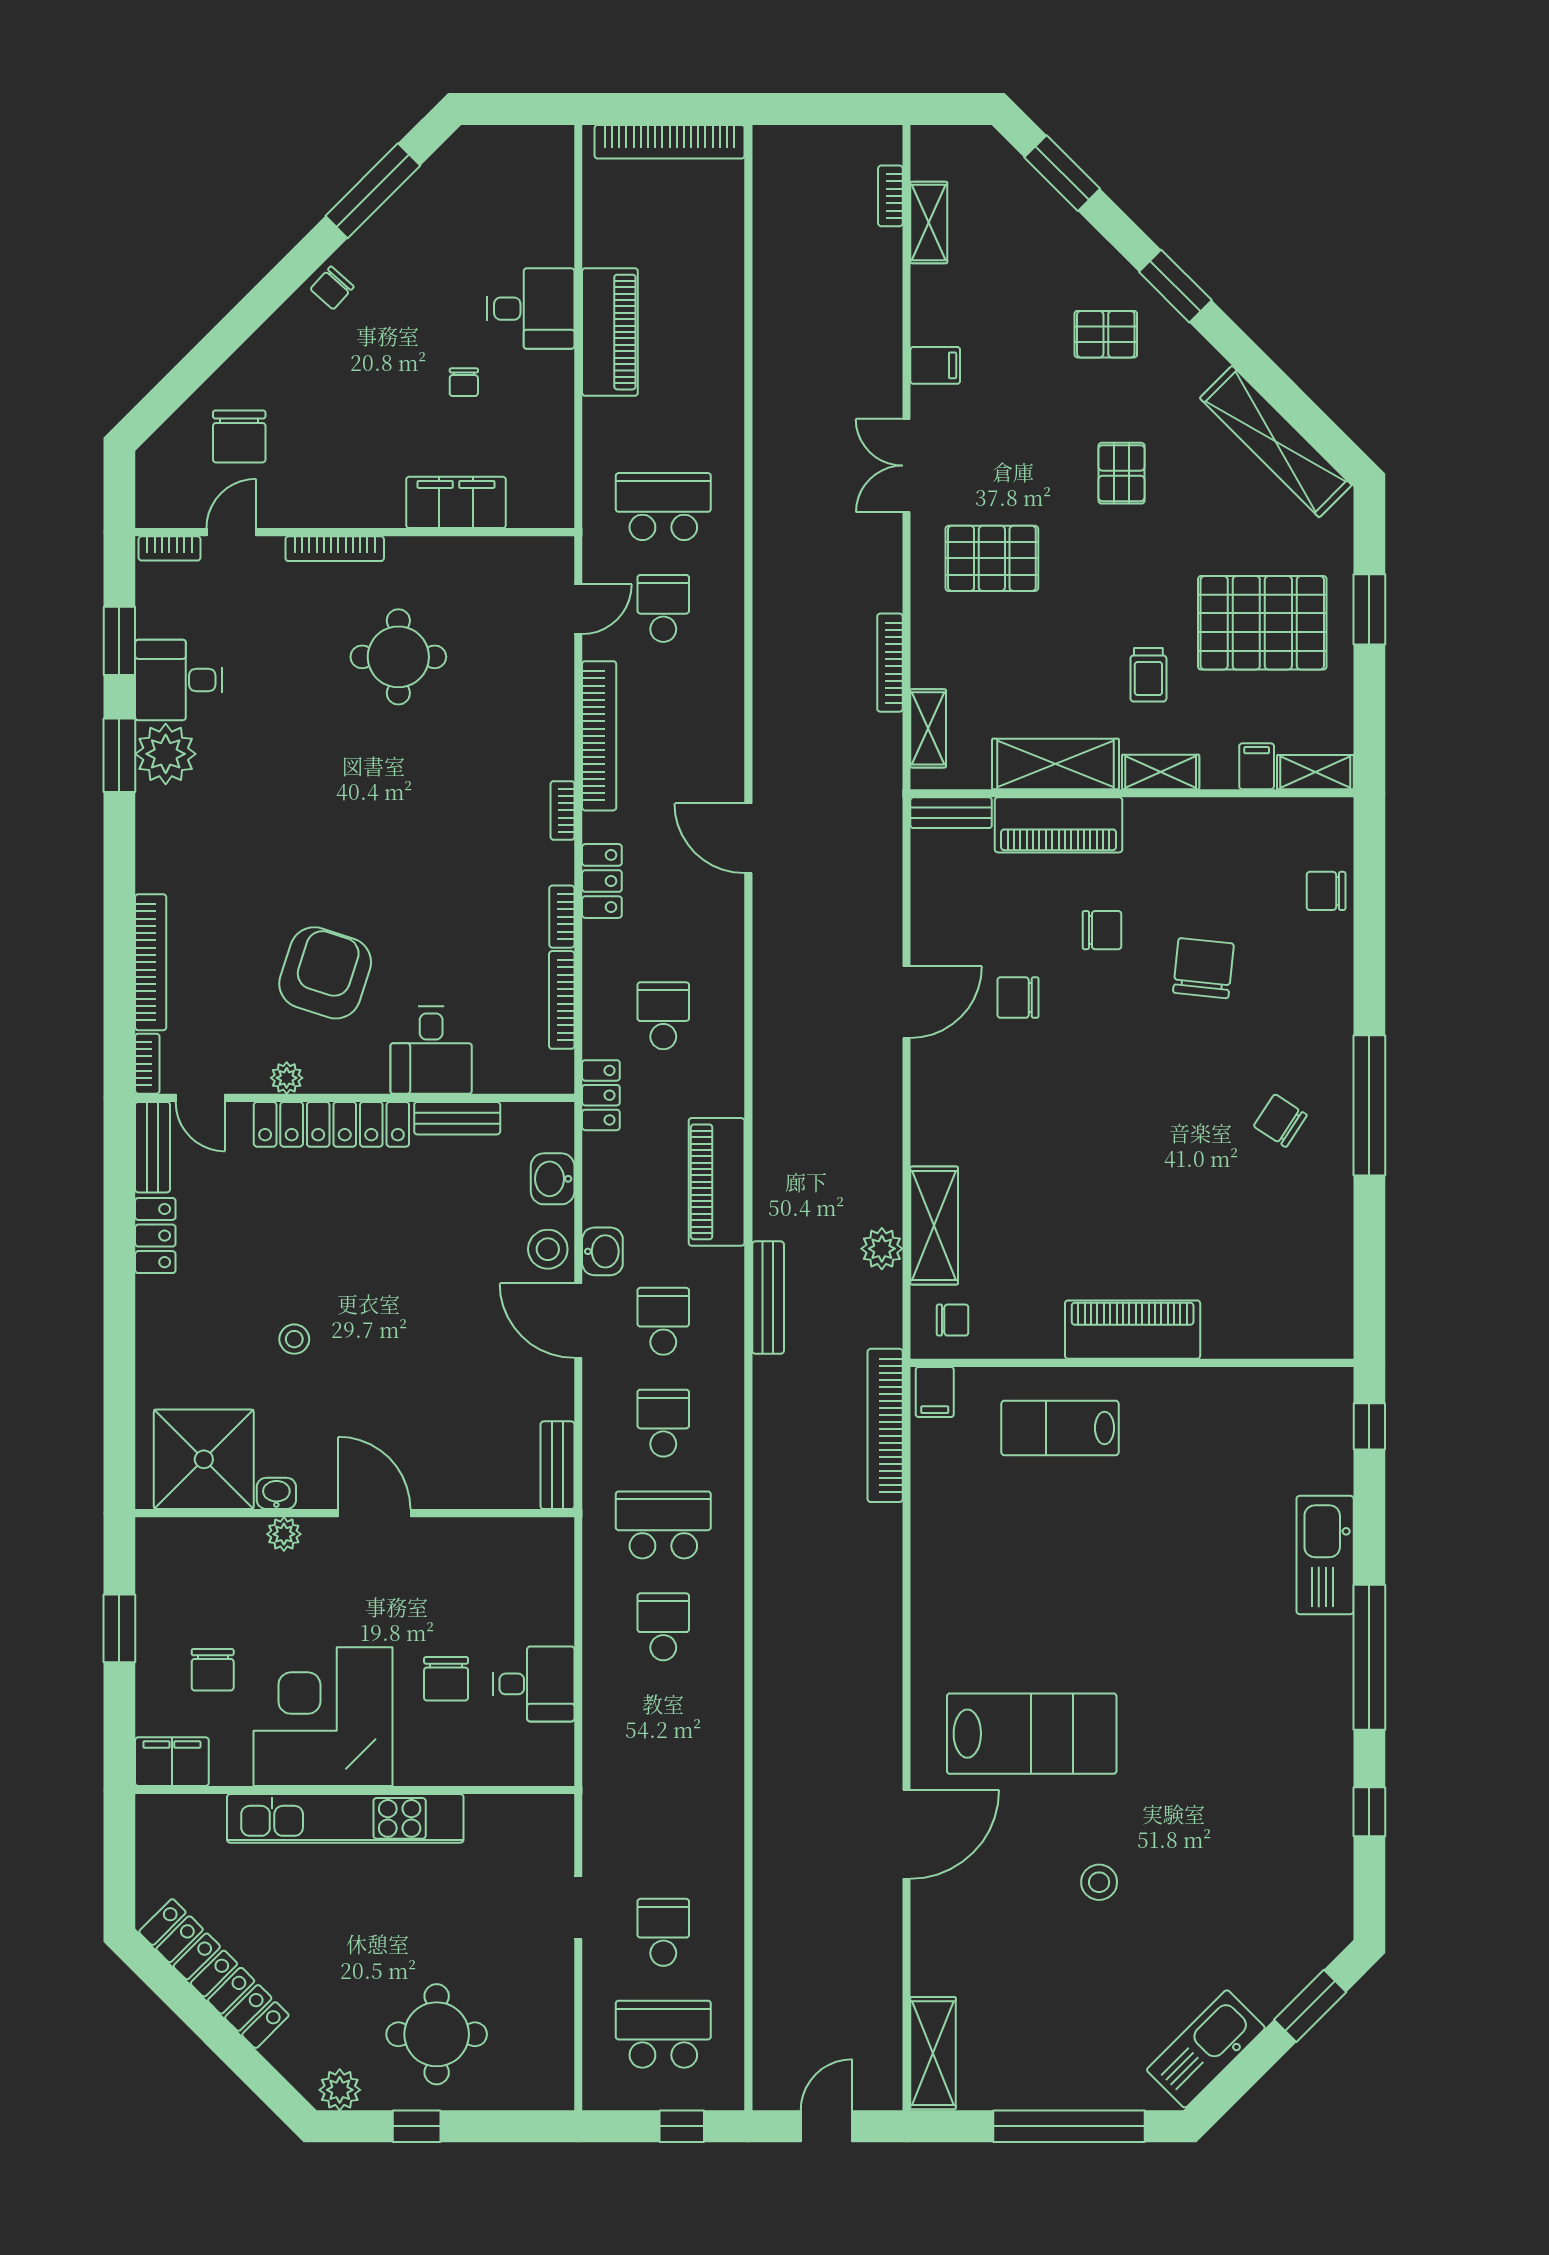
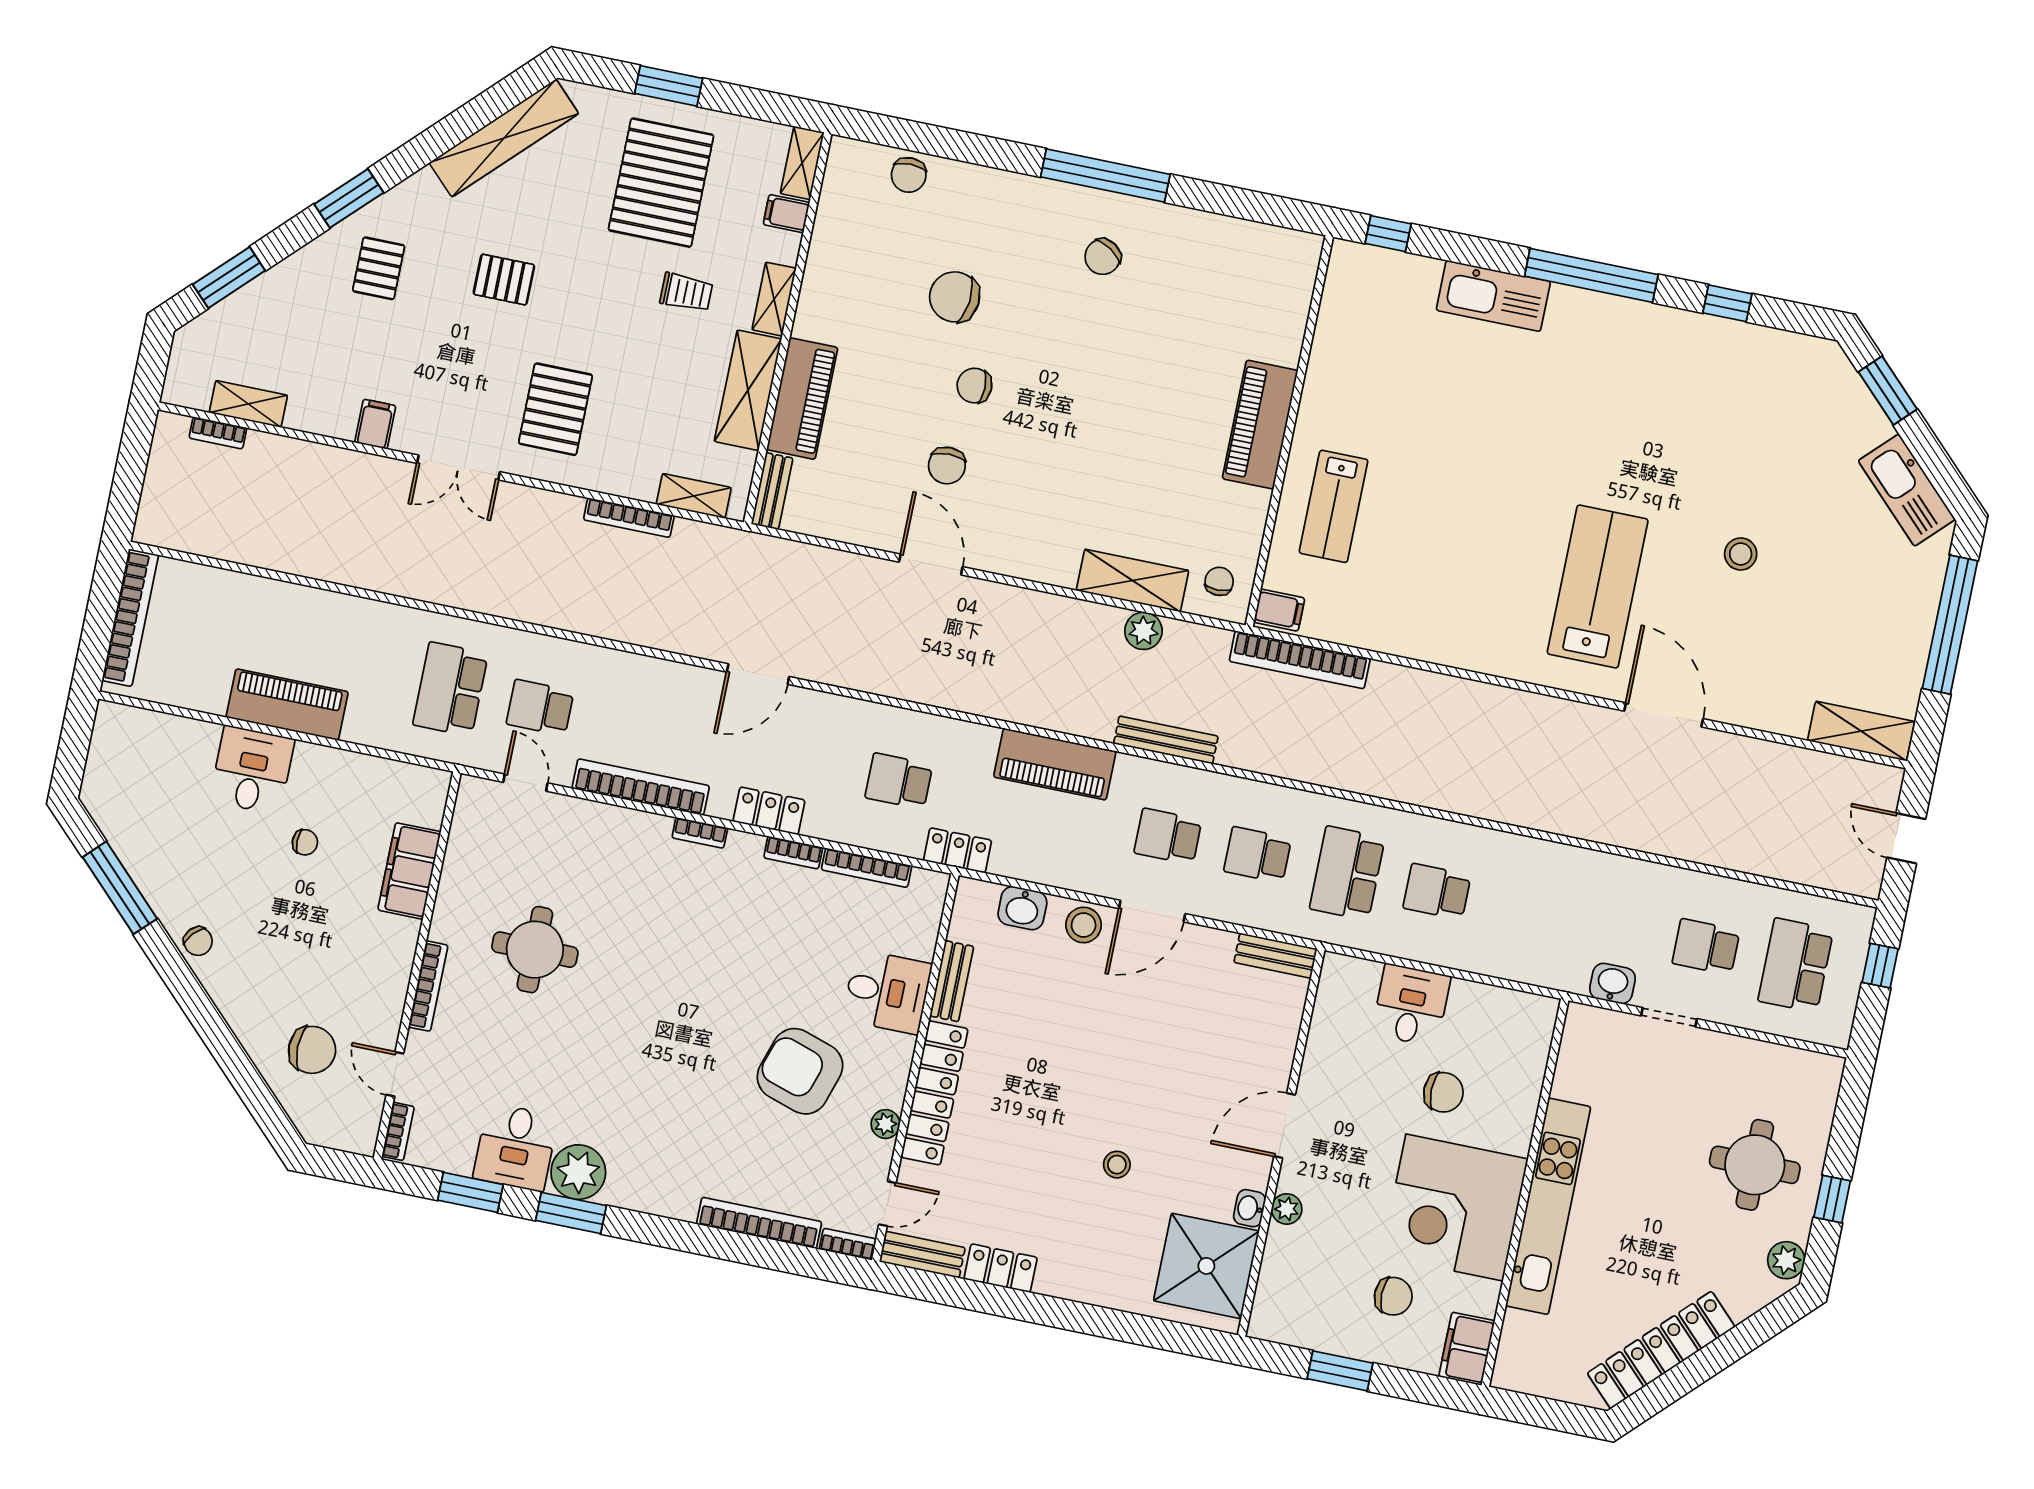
chair: (1102, 930) -> (974, 386), moved, turned -90
washbasin: (602, 1251) -> (1613, 983), moved
desk: (534, 1684) -> (1411, 1005), moved

